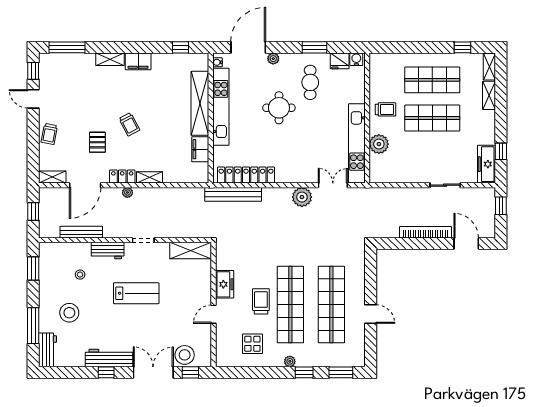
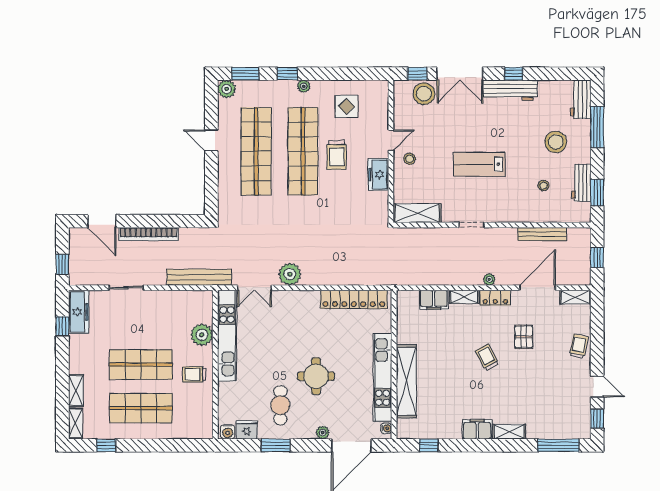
filing cabinet: (200, 149) -> (434, 300), moved, turned 90
bench: (233, 194) -> (199, 277), moved
workbench: (108, 251) -> (581, 183), moved, turned -90
stool: (197, 298) -> (410, 159), added
plant: (357, 359) -> (227, 89), added

